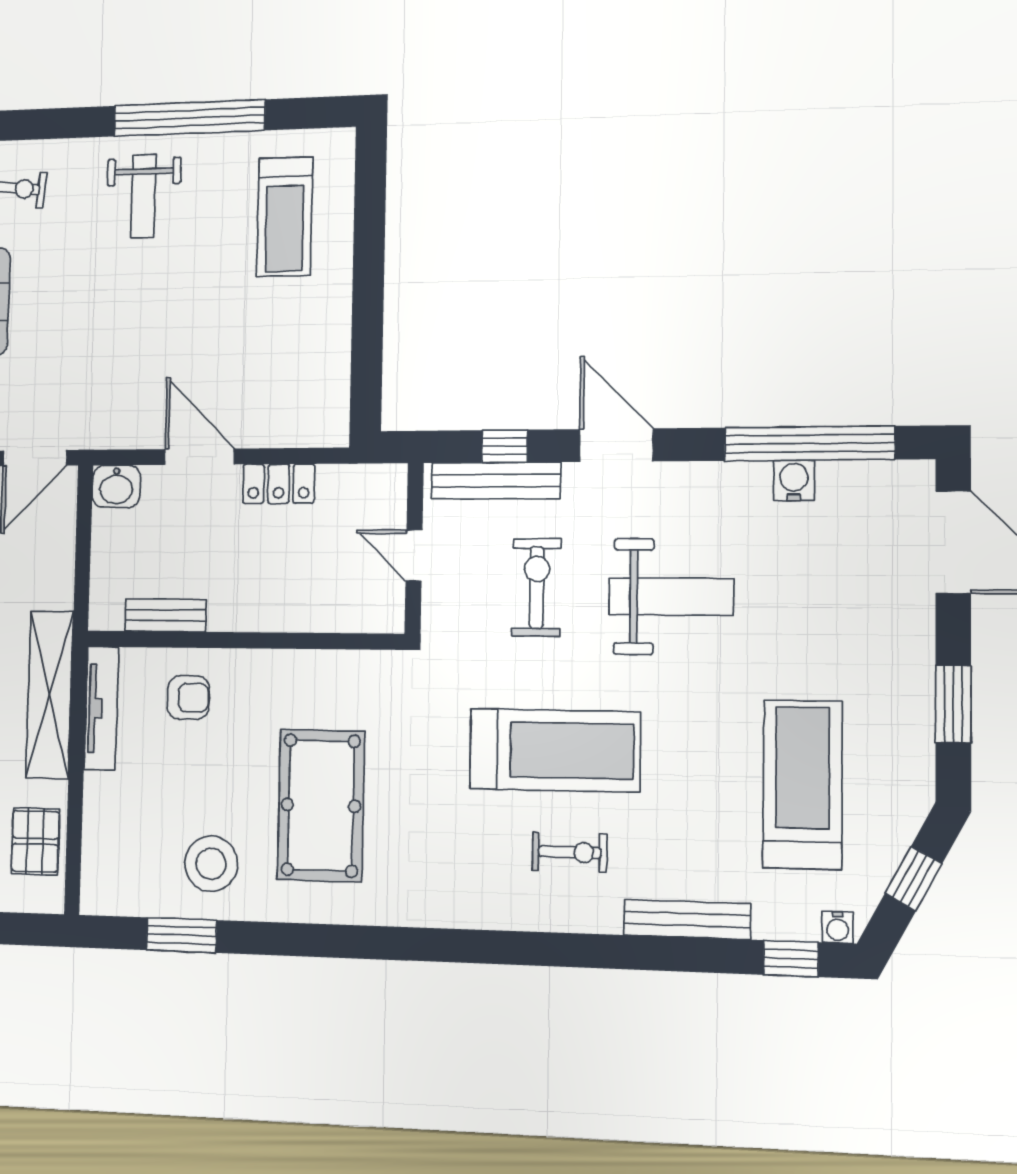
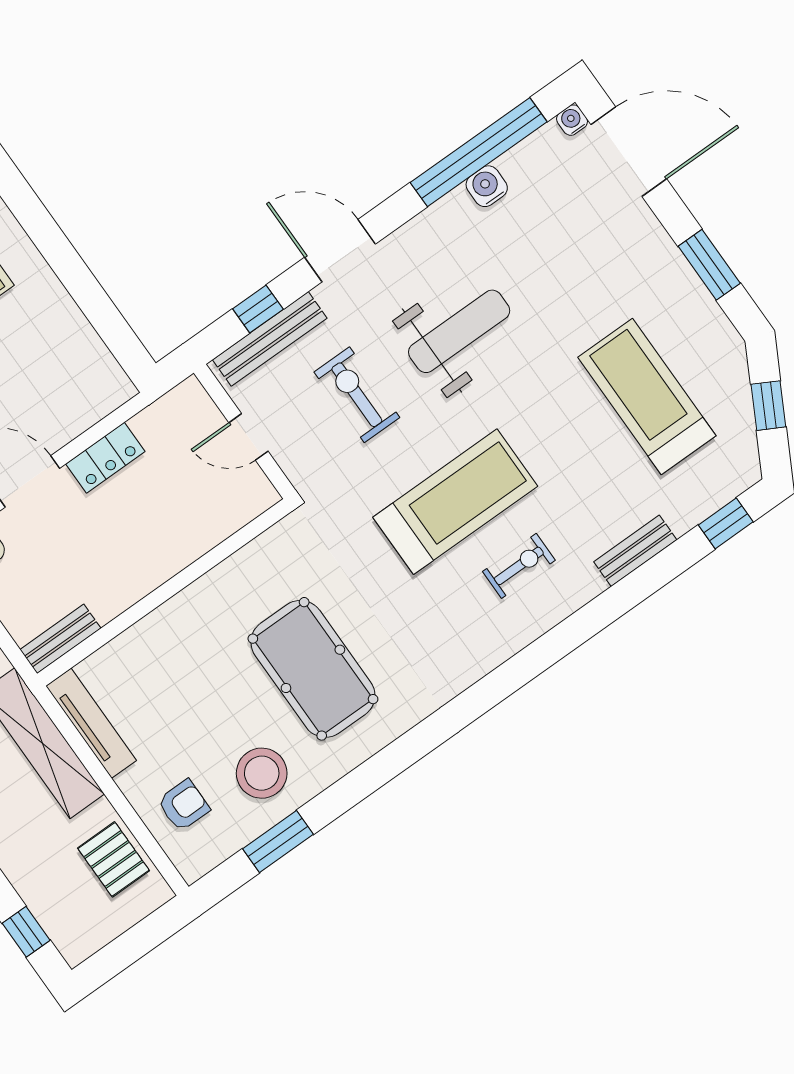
bench: (166, 615) -> (60, 639), moved
armchair: (188, 698) -> (184, 805), moved
bench: (687, 920) -> (635, 551), width x0.73
water cooler: (838, 927) -> (572, 120), moved, turned 180

